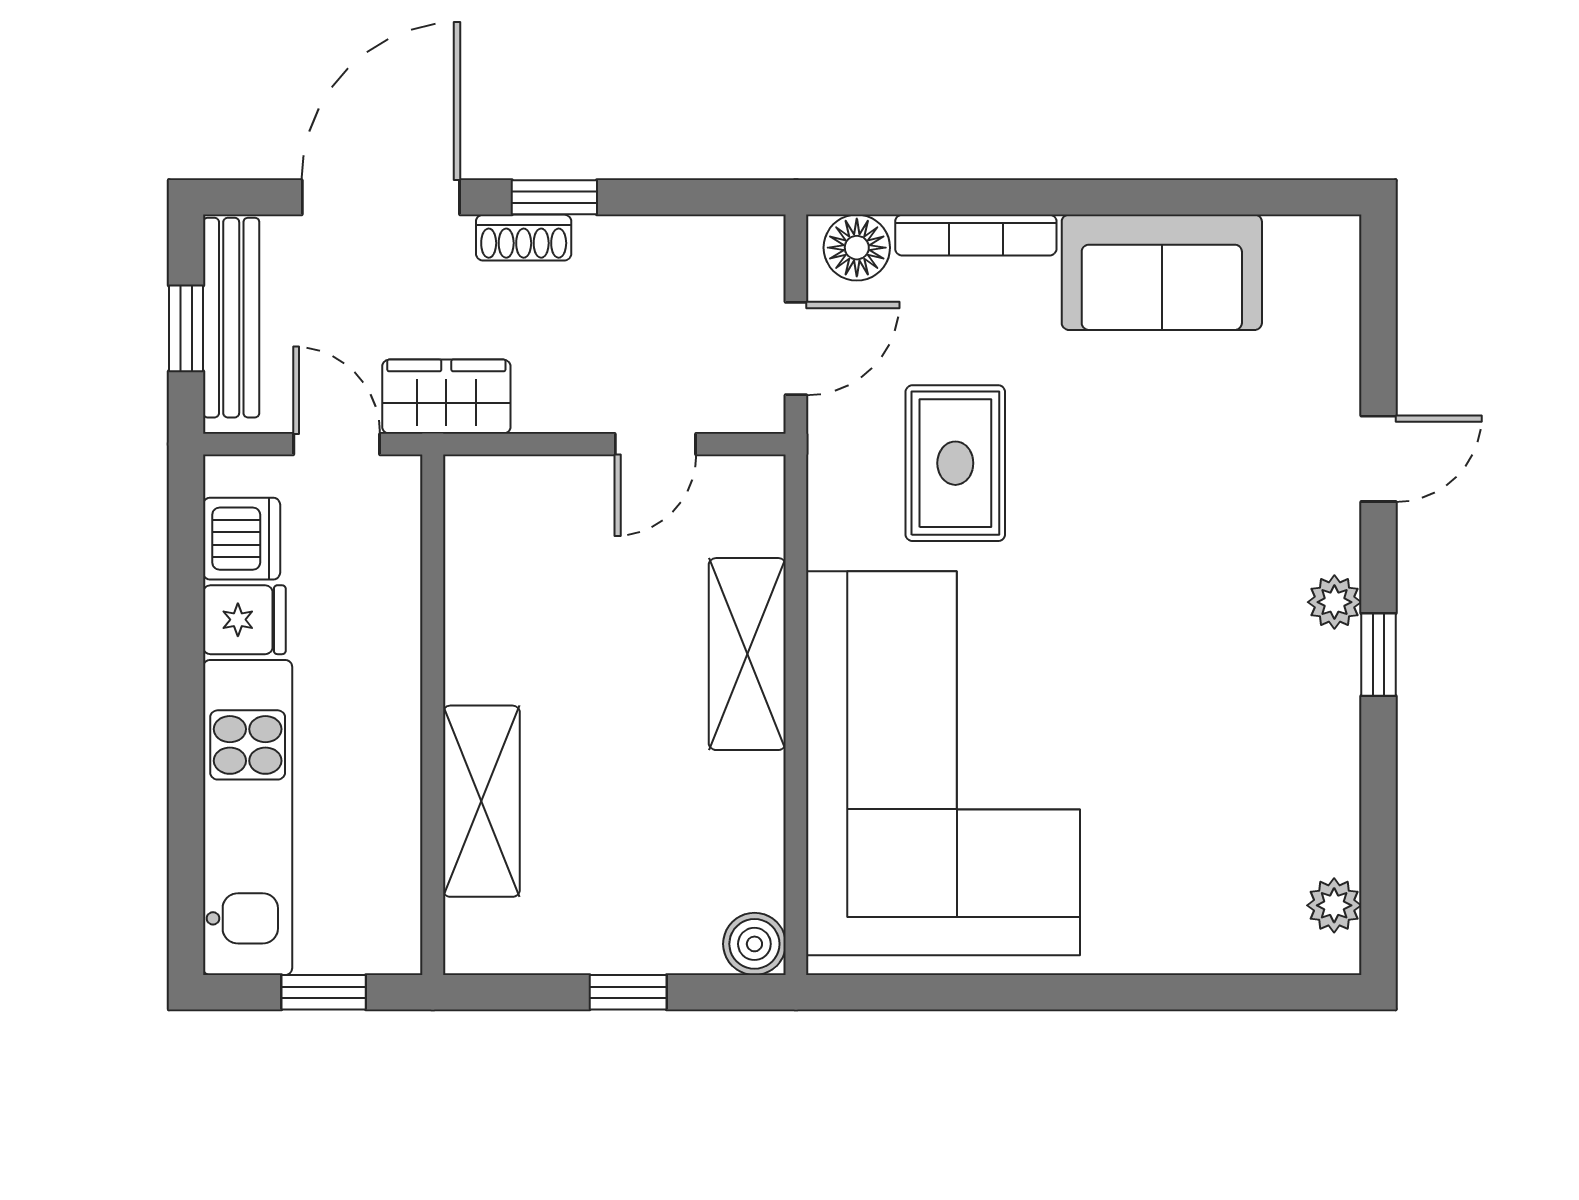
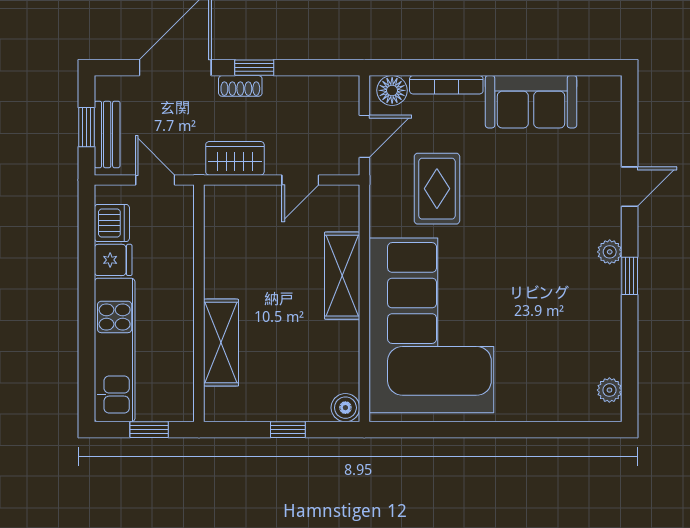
bench: (231, 318) -> (107, 134), width x0.73
wardrobe: (446, 397) -> (235, 158), moved

